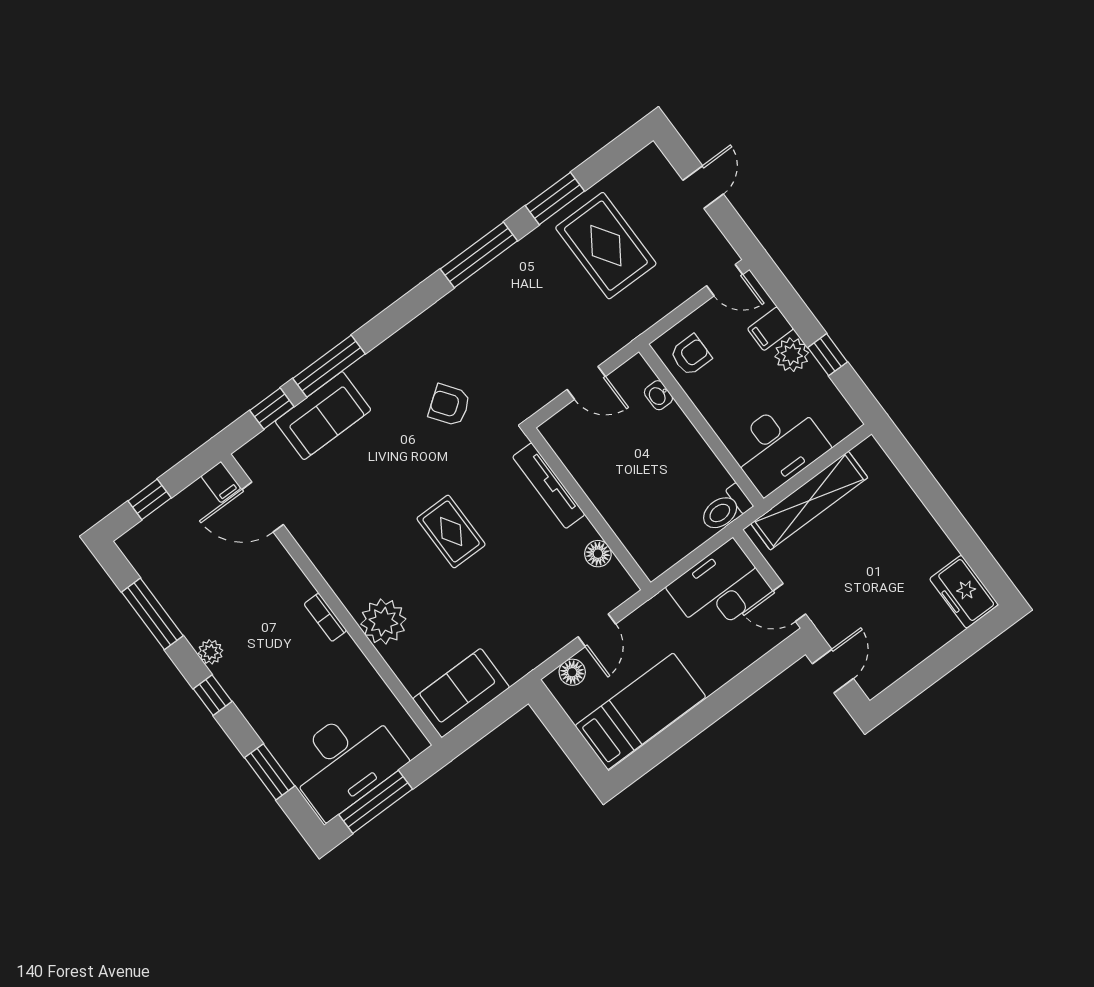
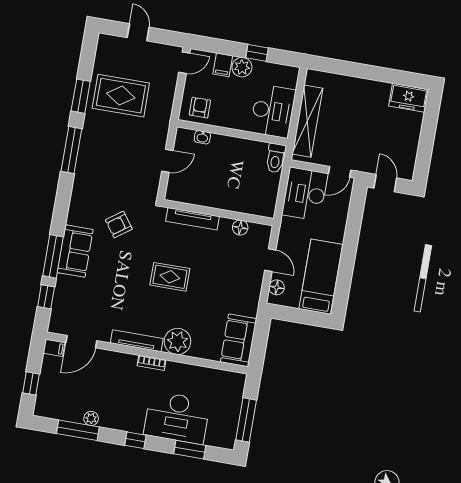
sofa: (323, 416) -> (75, 251), moved
tv unit: (333, 572) -> (137, 341), added
plant: (211, 652) -> (91, 418), moved
desk: (345, 761) -> (177, 417), moved, turned 90

